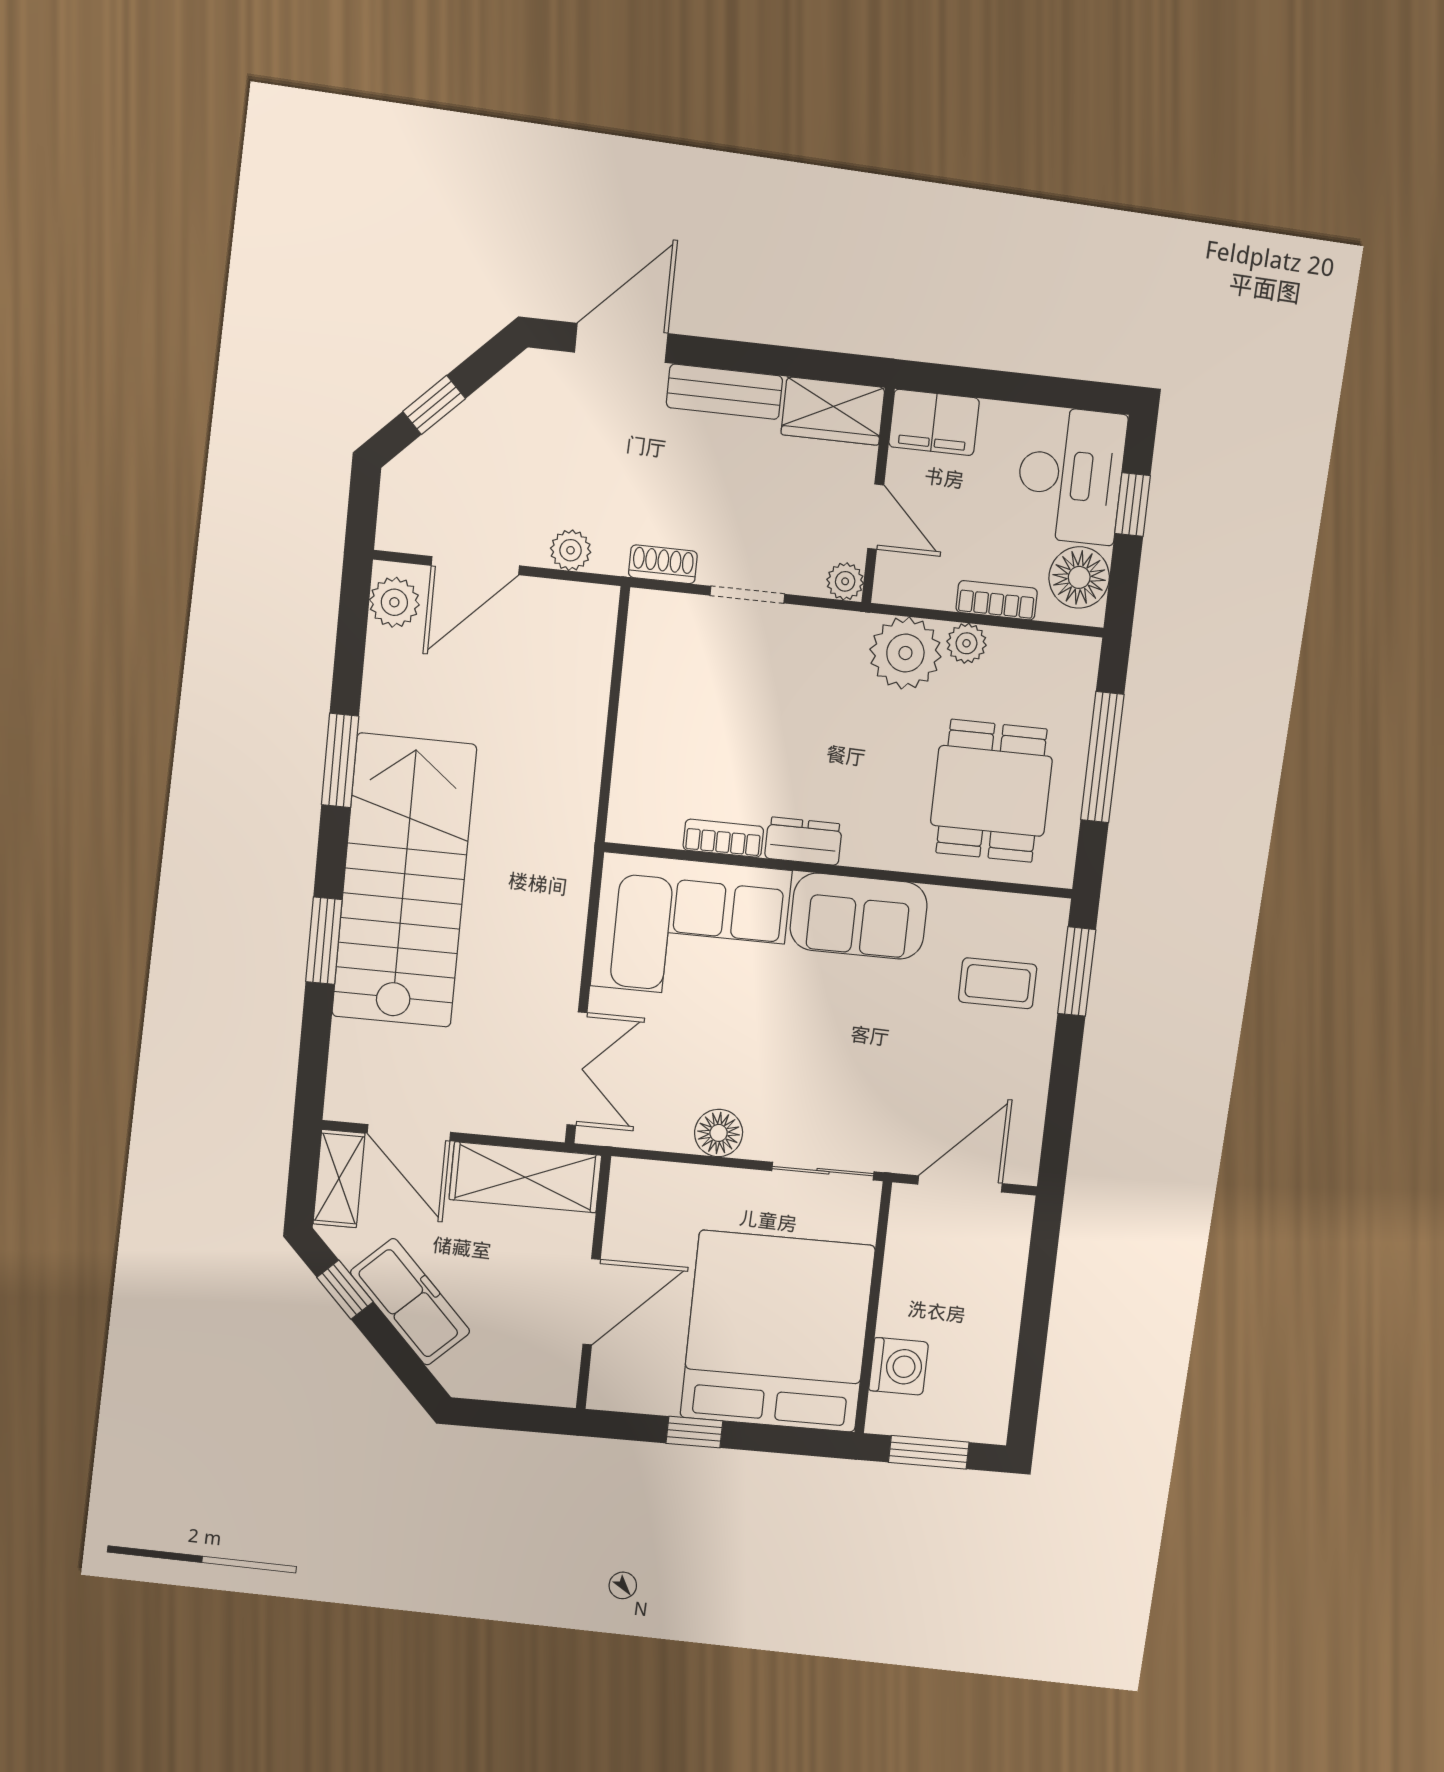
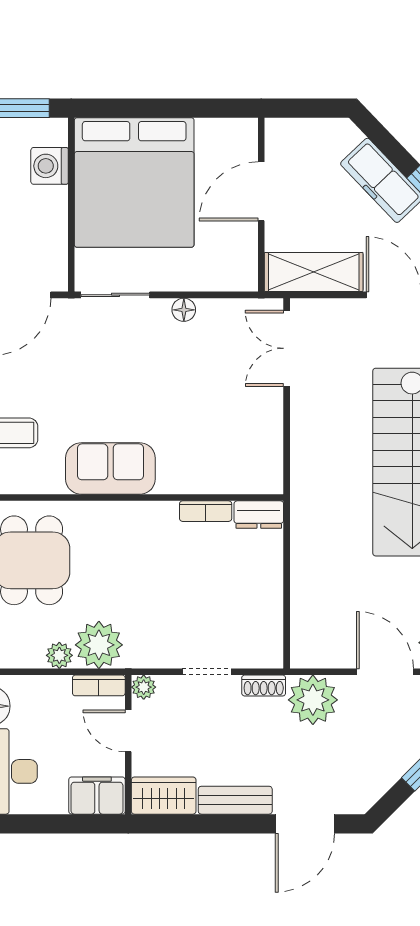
plant: (571, 550) -> (313, 700), width x1.88, depth x1.88
door: (475, 566) -> (385, 672), hinge flipped
bookcase: (997, 600) -> (99, 685), moved
dresser: (804, 841) -> (259, 515), moved
corner sofa: (691, 928) -> (221, 450), removed
floor lamp: (719, 1133) -> (184, 310), width x0.73, depth x0.73
window: (694, 1432) -> (183, 108), removed

